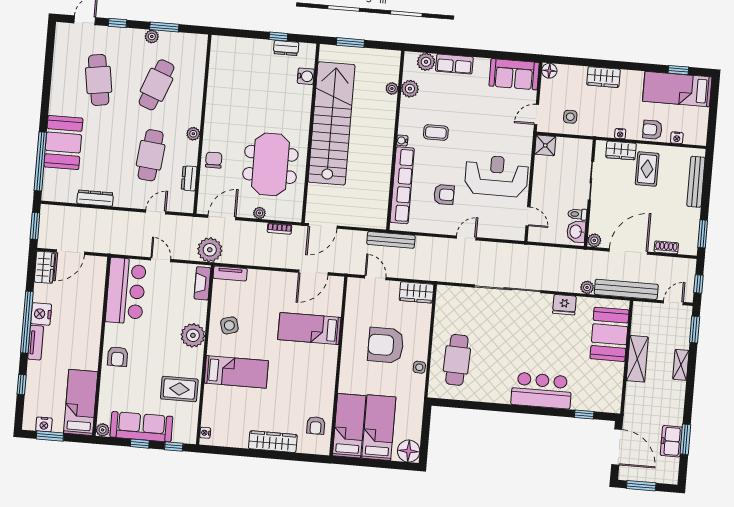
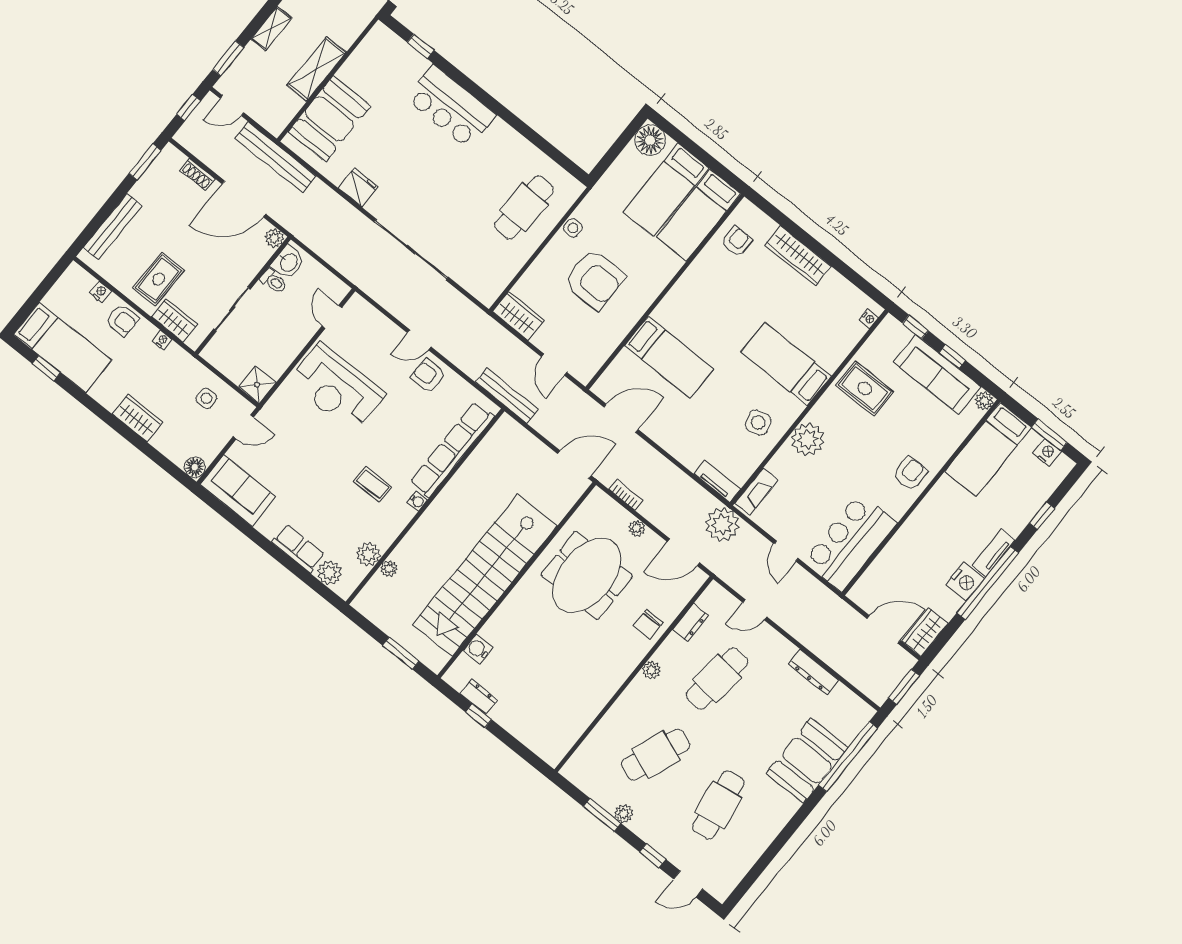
armchair: (444, 195) -> (428, 376), moved
plant: (587, 287) -> (319, 190), removed

